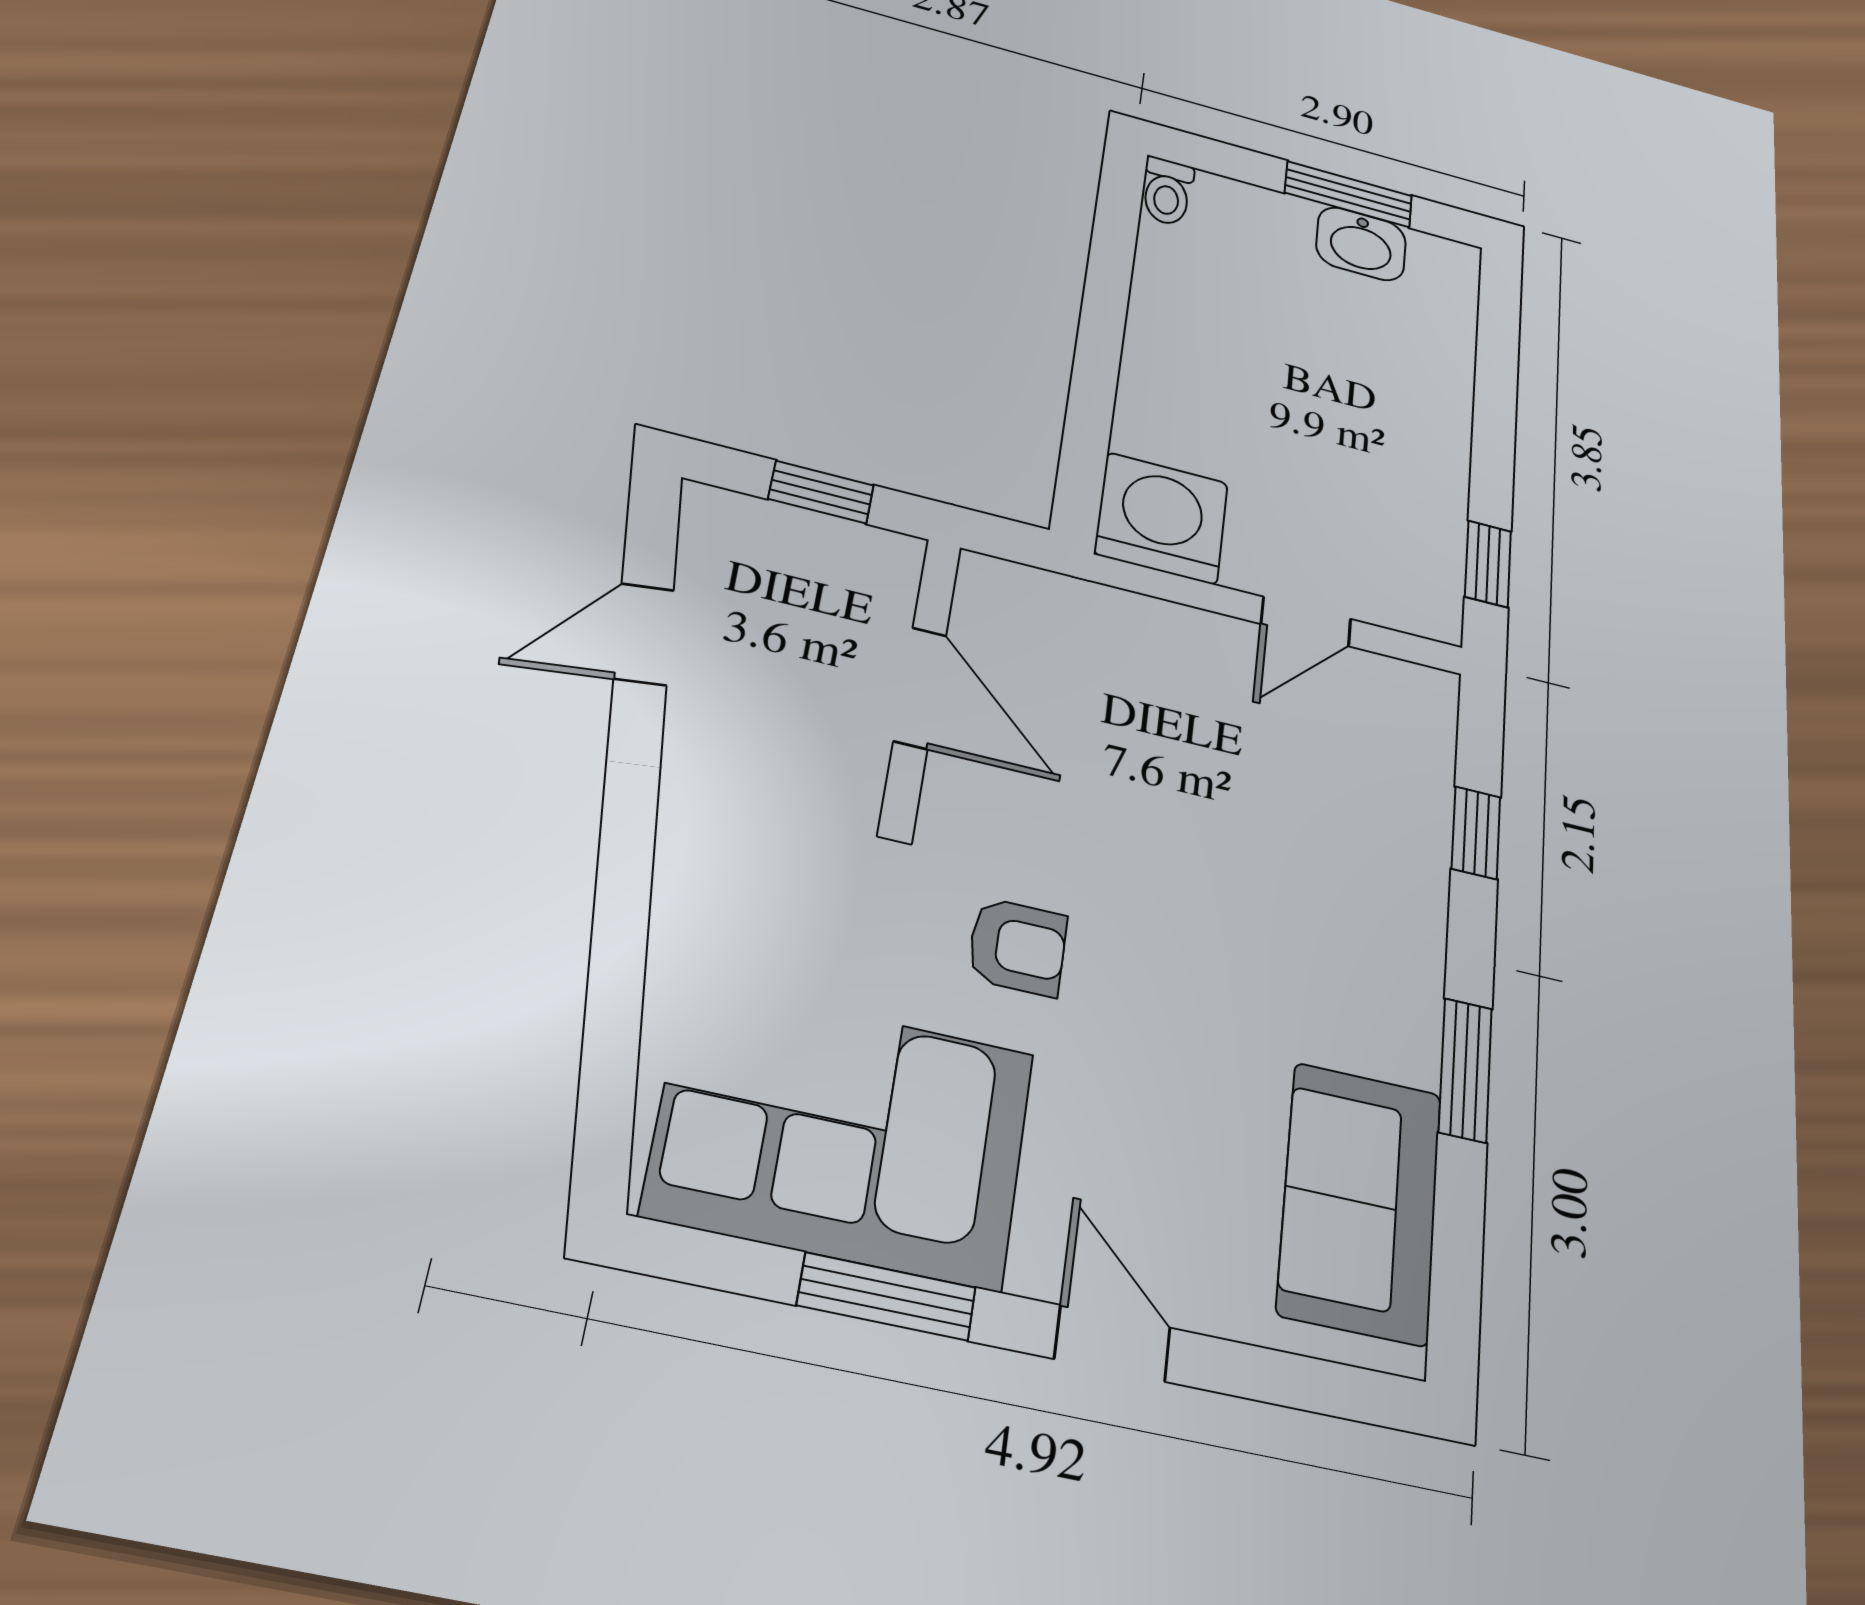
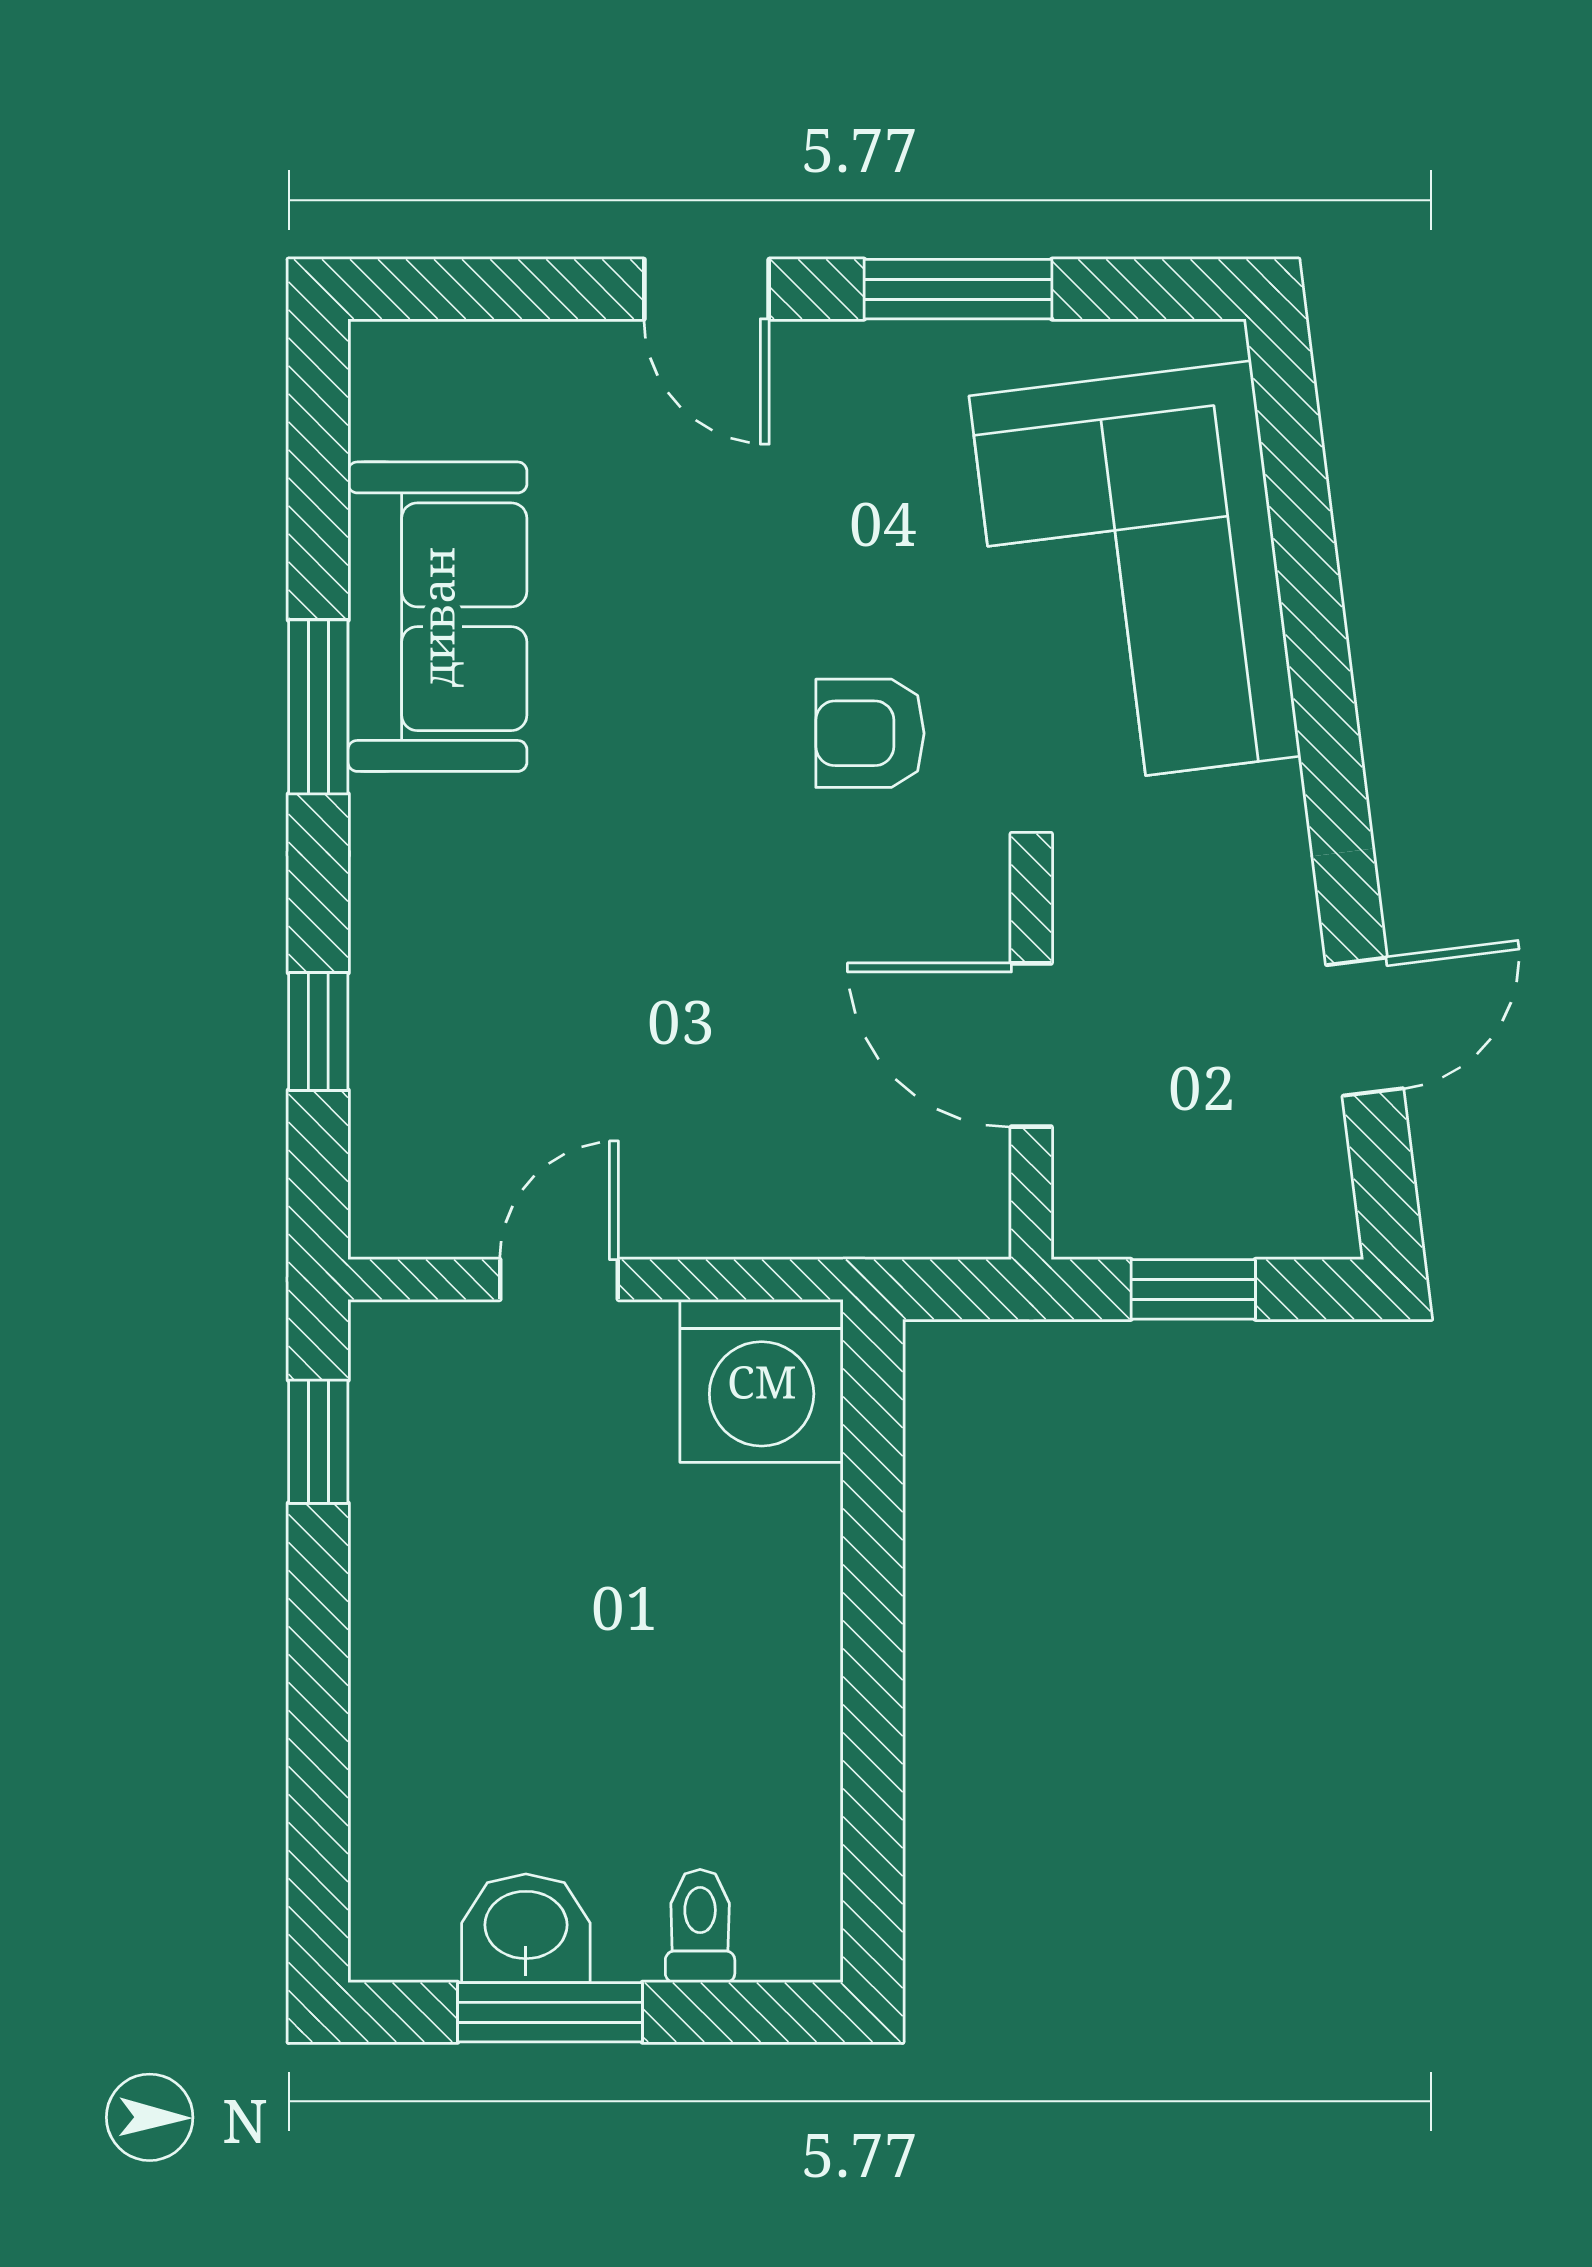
toilet: (1167, 191) -> (700, 1926), moved
corner sofa: (842, 1133) -> (1135, 576), moved, turned 83
sofa: (1360, 1202) -> (437, 617), moved

